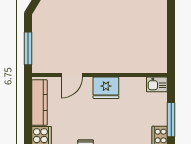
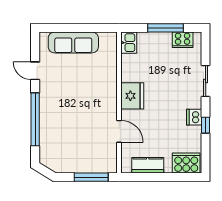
sofa: (157, 31) -> (73, 42), added
kitchen counter: (39, 103) -> (148, 165), width x0.67

